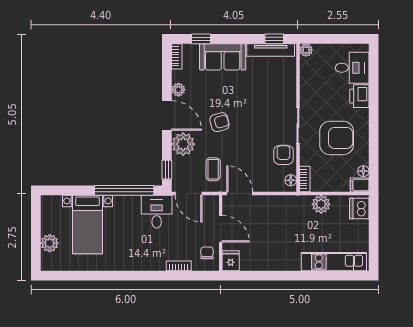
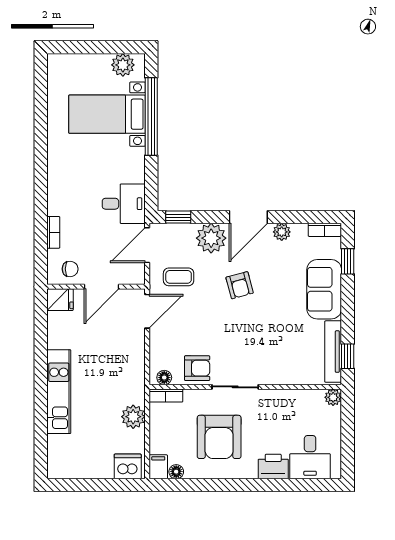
window: (124, 190) -> (151, 117), moved
plant: (50, 243) -> (123, 65), moved
kitchen unit: (334, 262) -> (59, 392), moved

